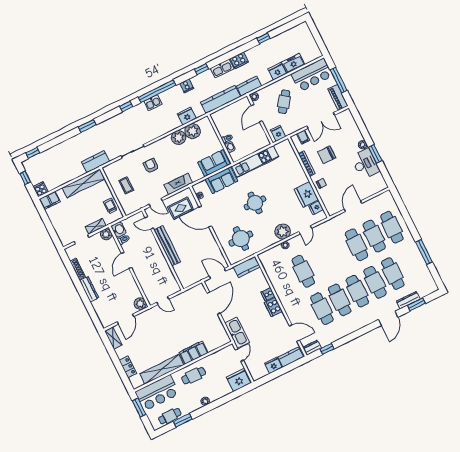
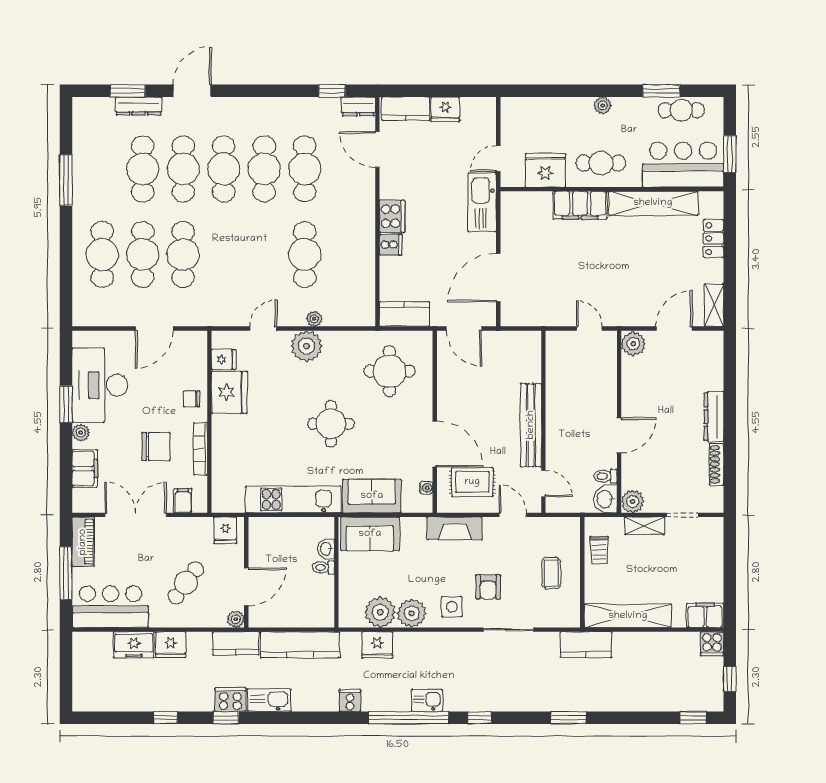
window: (201, 69) -> (226, 718), moved
filing cabinet: (353, 130) -> (85, 468), added
side table: (162, 149) -> (452, 607), added
desk: (365, 164) -> (100, 385), width x1.36, depth x1.30
fridge: (239, 380) -> (545, 170), moved, turned 180

